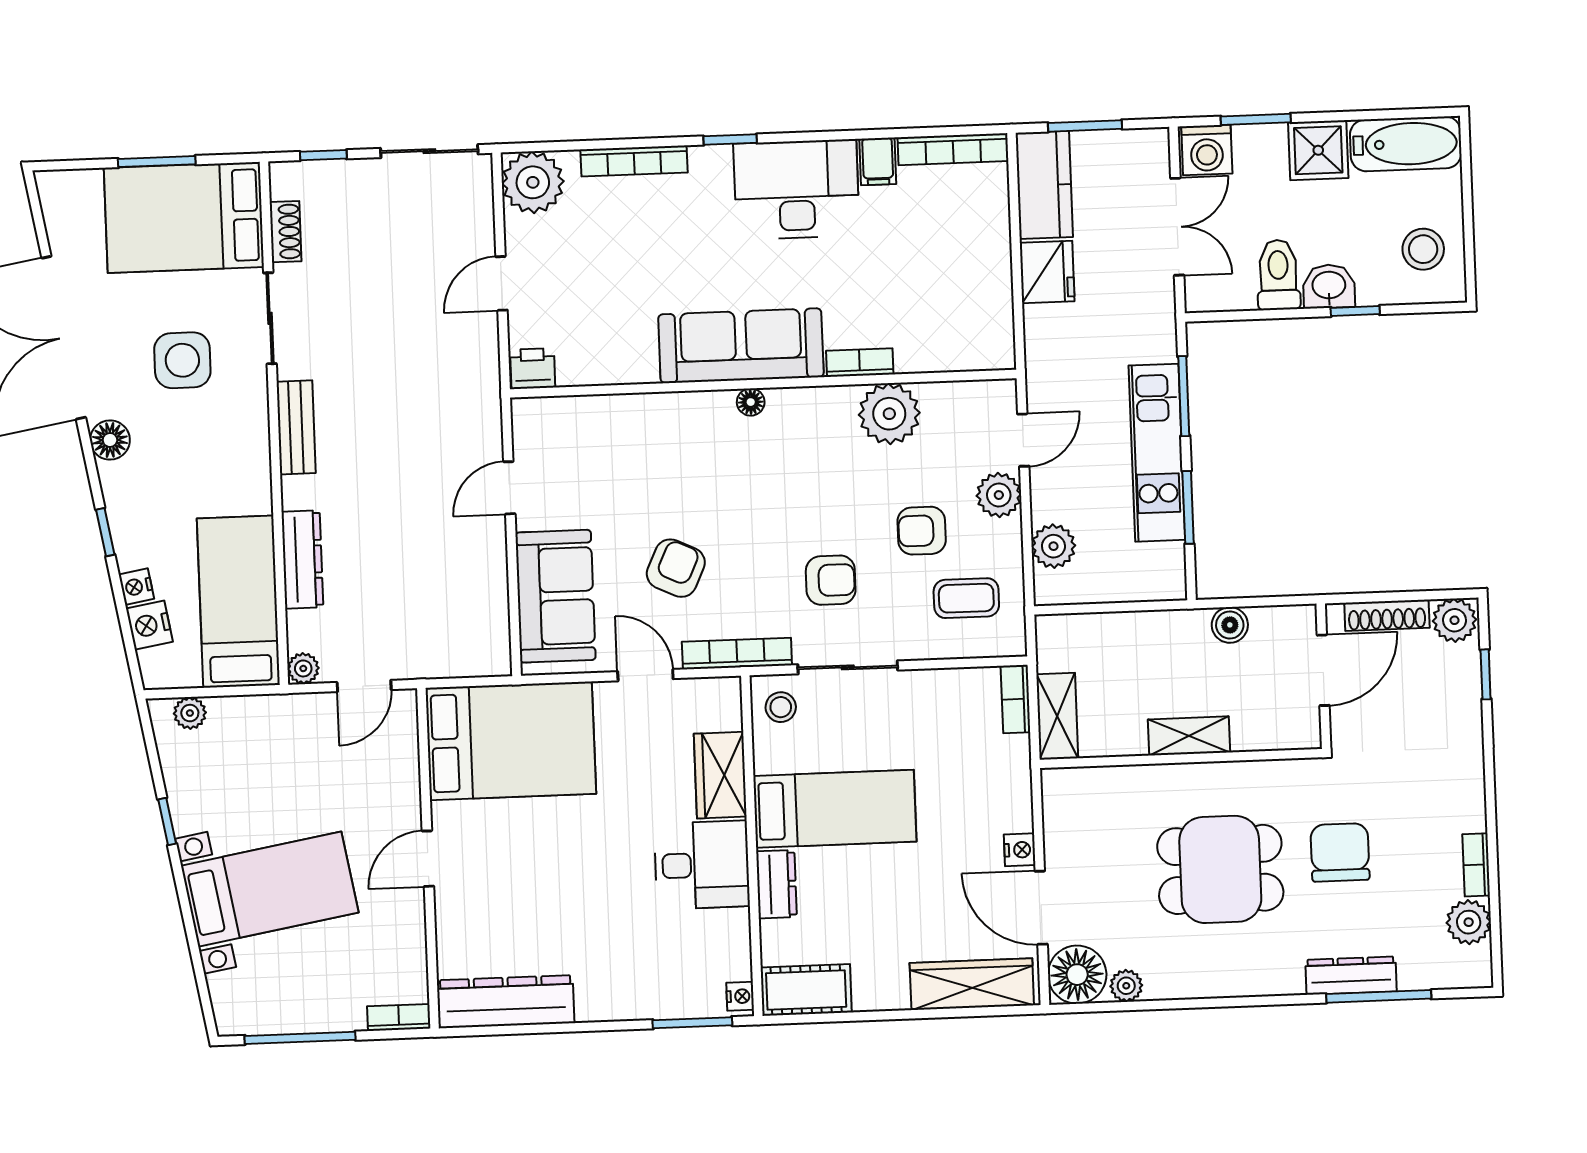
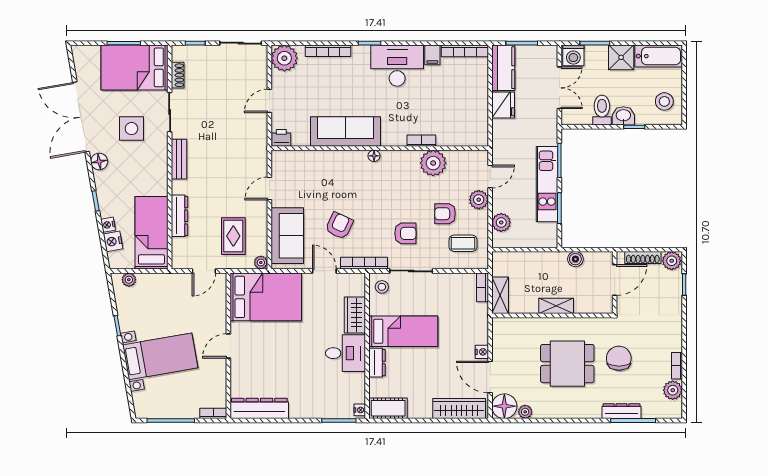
sofa: (741, 346) -> (345, 132), moved
rug: (430, 602) -> (233, 236), added
plant: (303, 668) -> (261, 262), moved

